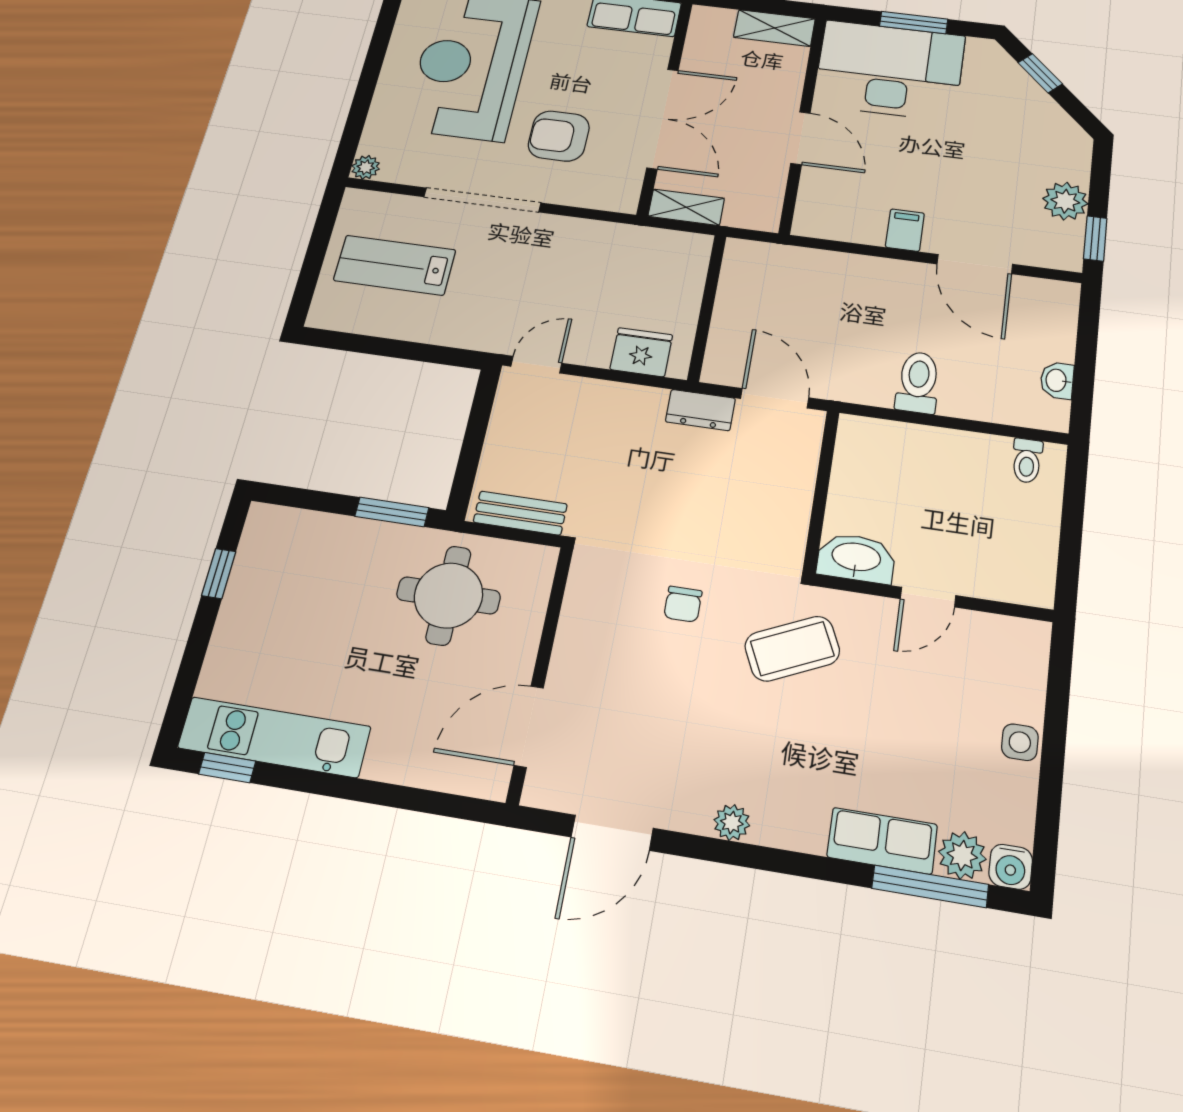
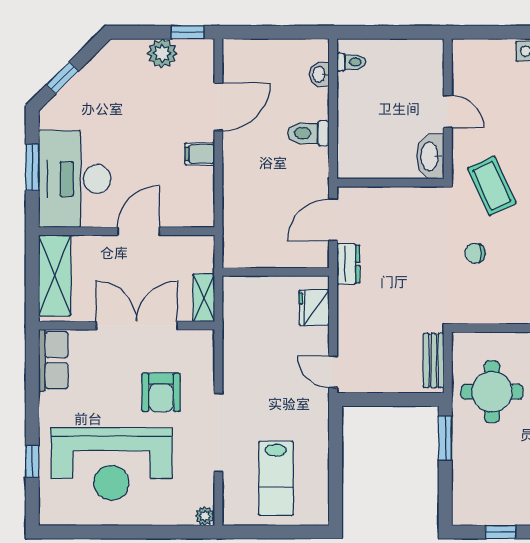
shelving: (774, 28) -> (55, 275), width x1.50, depth x1.33
washbasin: (1057, 380) -> (319, 74), moved, turned 90
chair: (683, 604) -> (475, 253), turned 180

